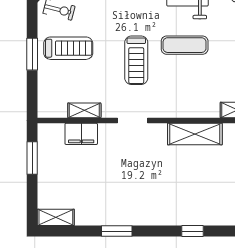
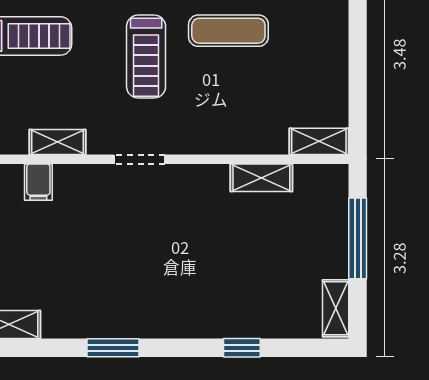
filing cabinet: (81, 134) -> (38, 182), width x0.50
shelving: (195, 134) -> (261, 178), width x0.67, depth x0.75

